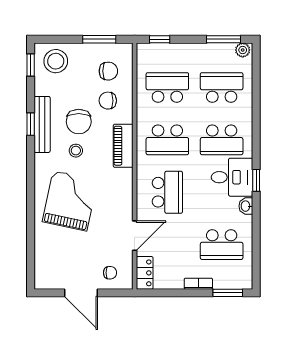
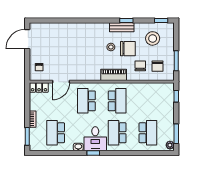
stool: (56, 61) -> (153, 38), moved
school desk: (167, 87) -> (148, 101), removed
chair: (79, 122) -> (128, 49), turned 180
bench: (42, 124) -> (122, 27), width x0.73
school desk: (167, 140) -> (117, 101), turned 180
school desk: (167, 192) -> (86, 101), turned 90
grand piano: (70, 201) -> (81, 44), removed
door: (135, 236) -> (61, 82), hinge flipped
door: (81, 293) -> (27, 39), moved

